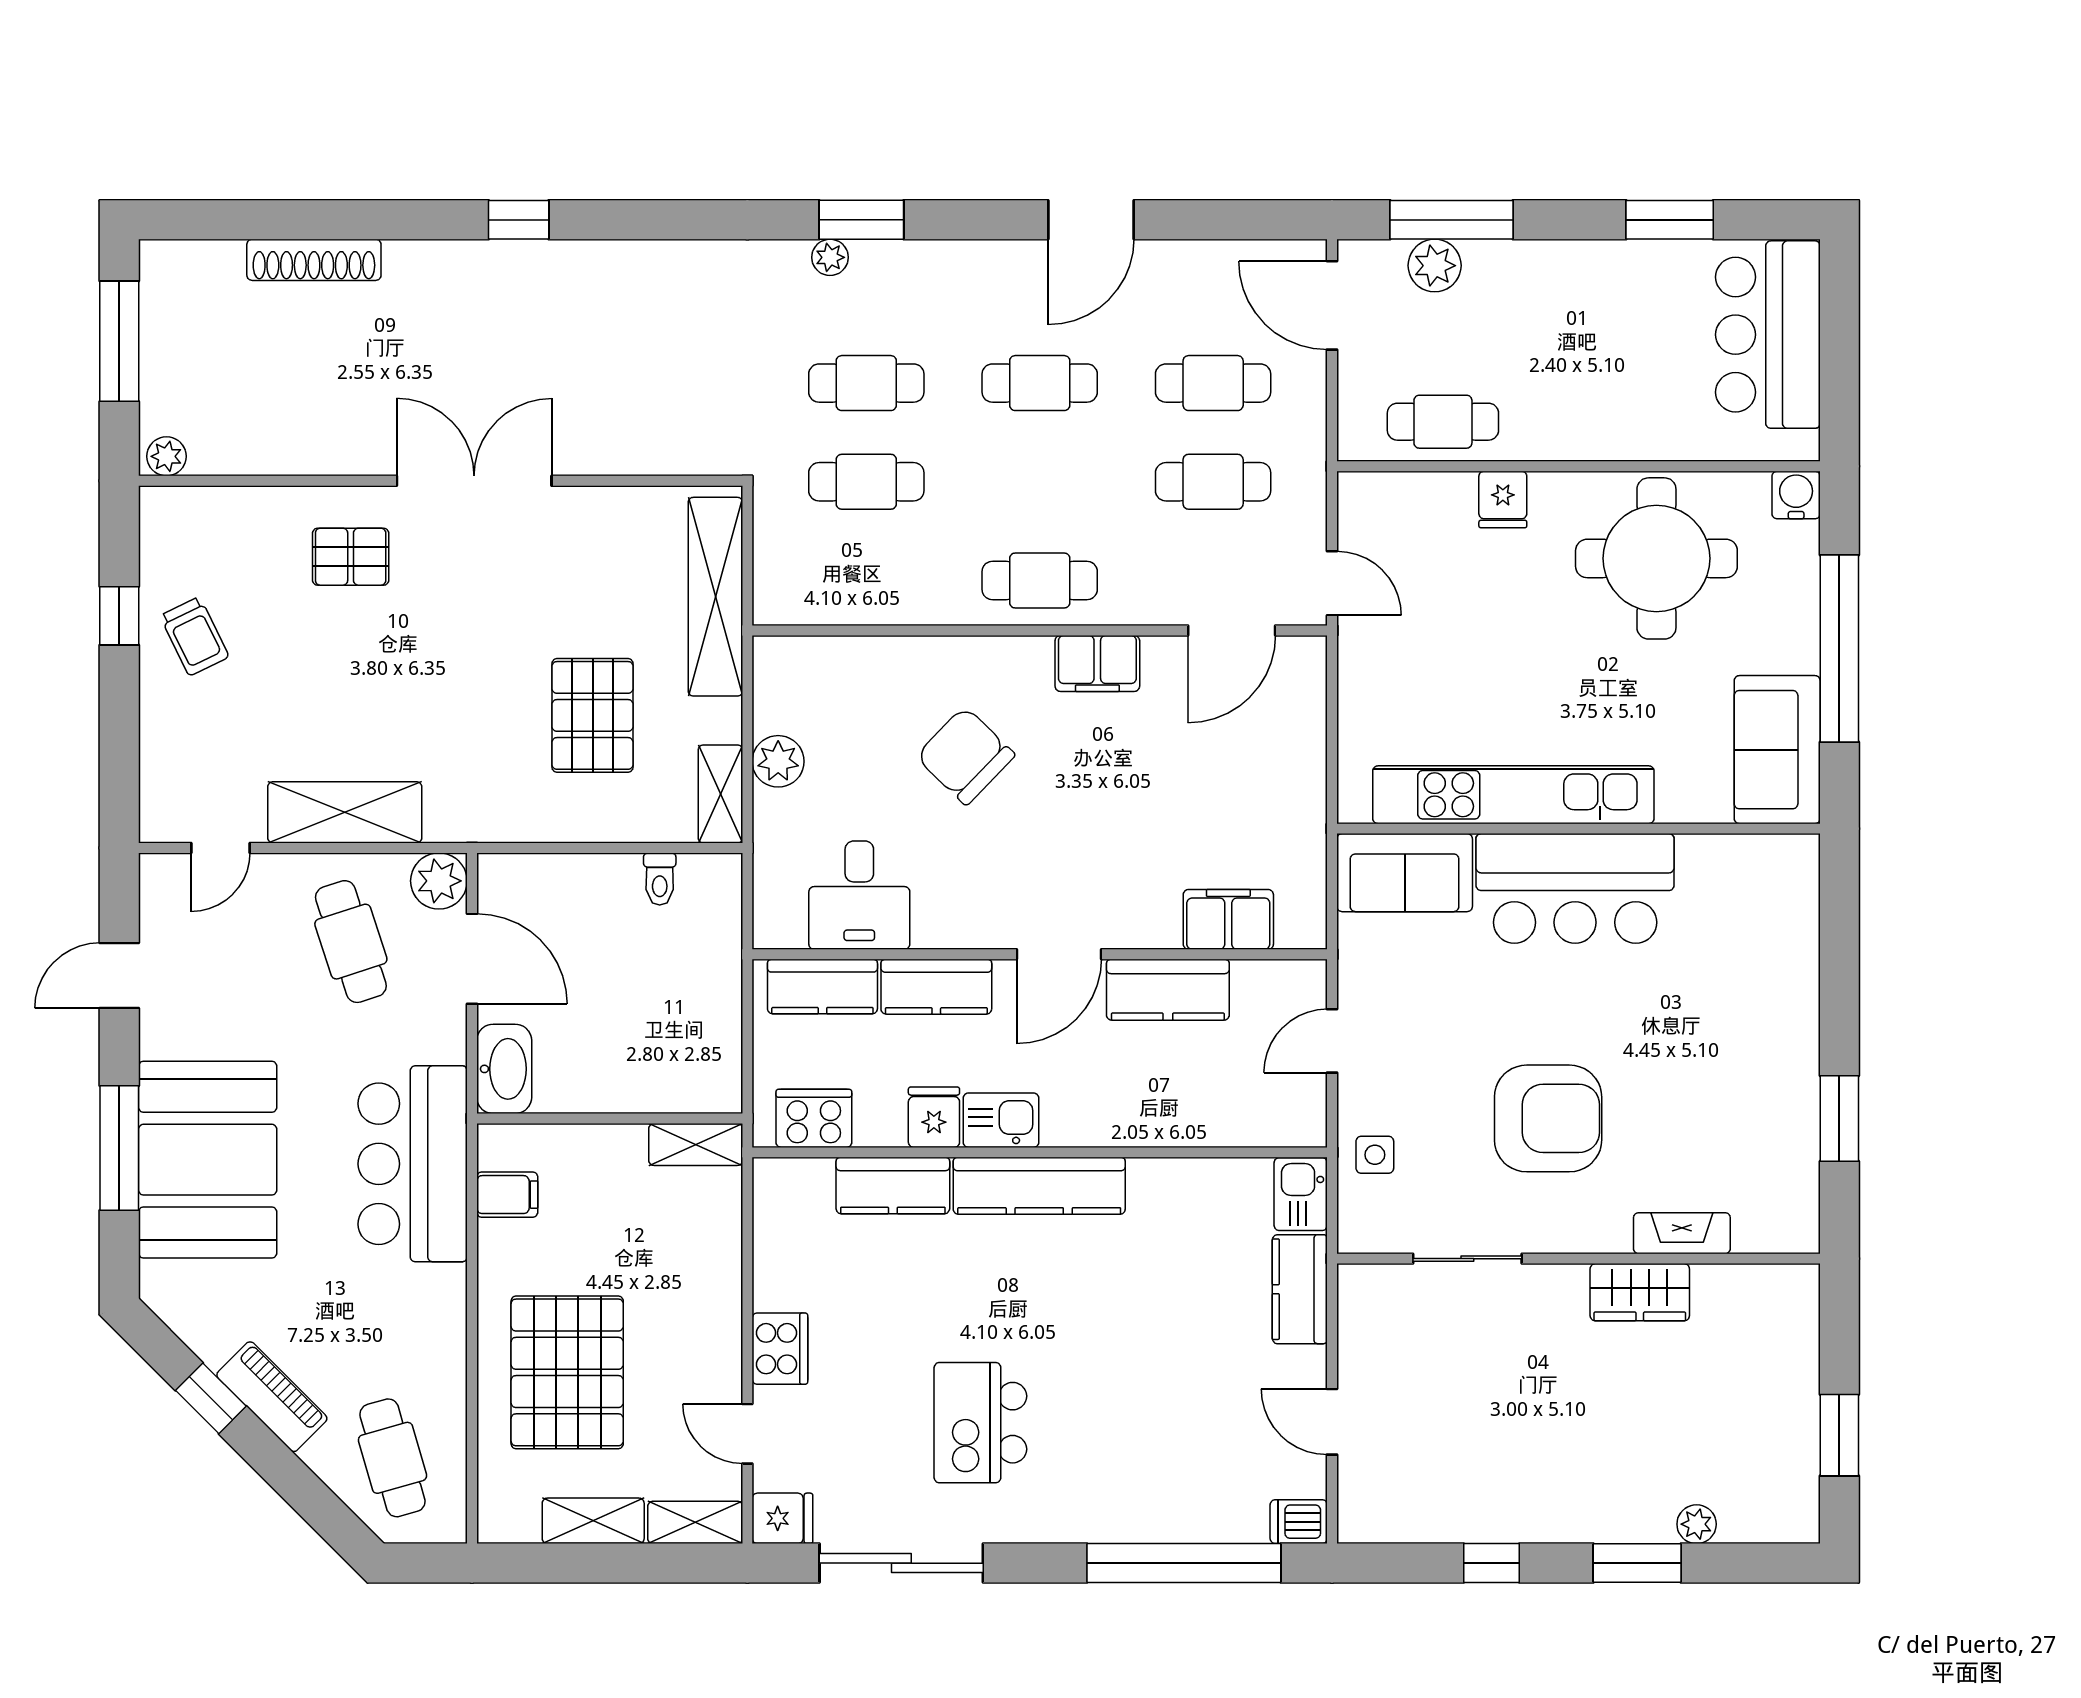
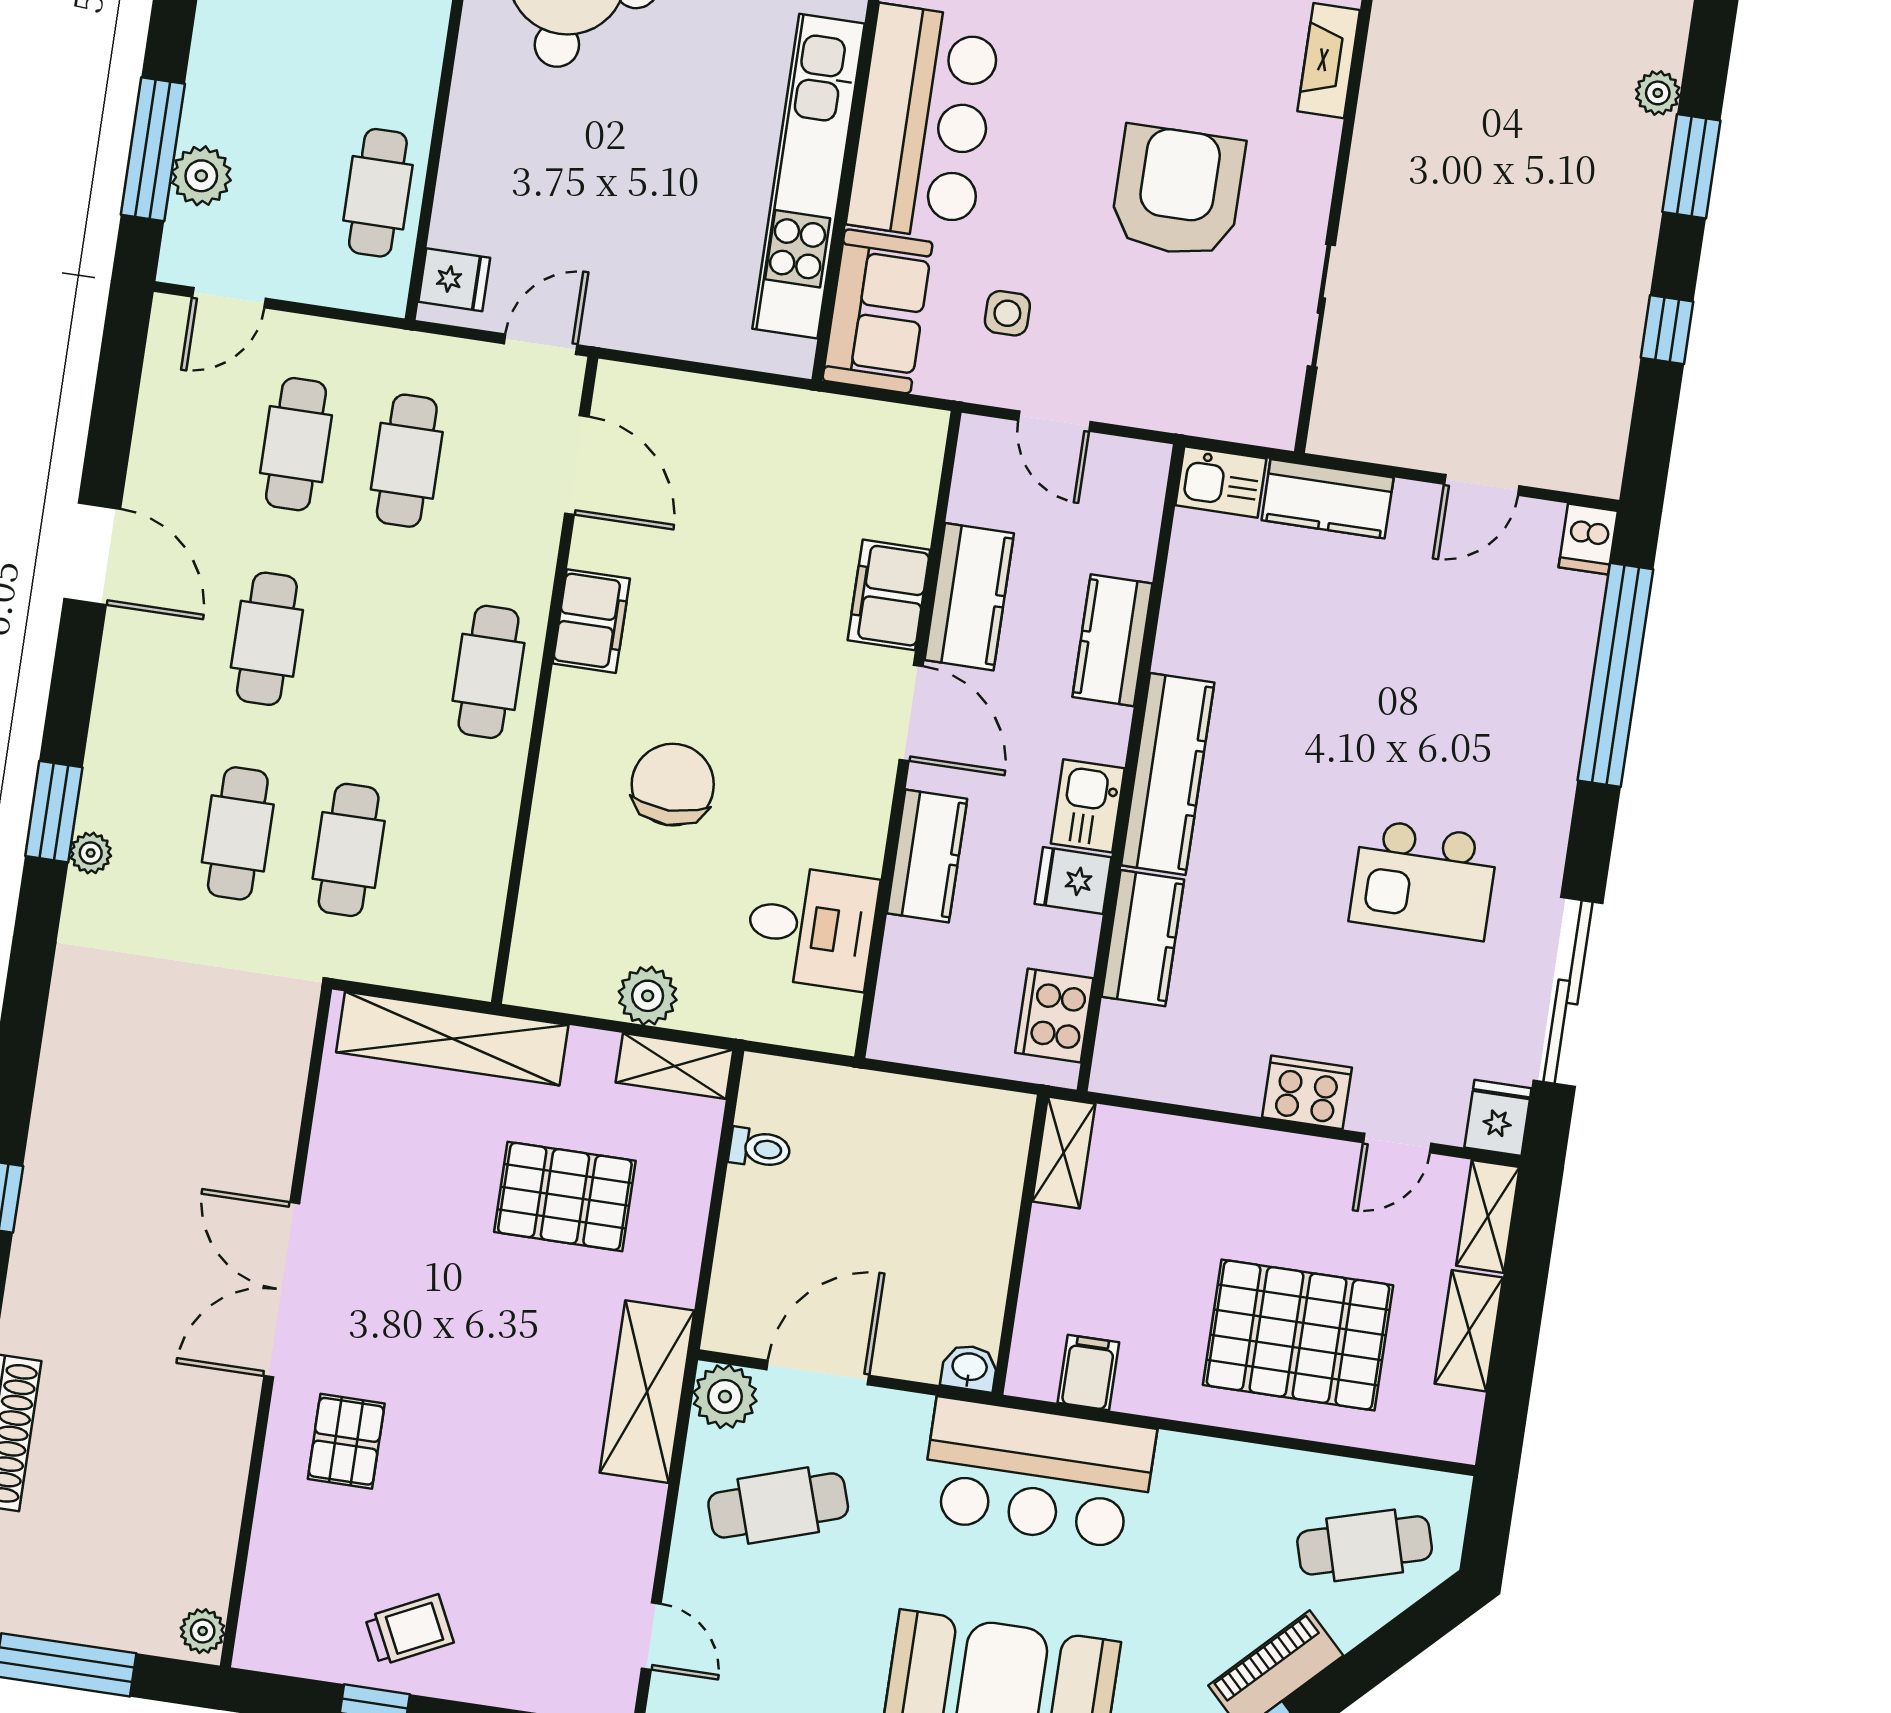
door: (1332, 305) -> (229, 298), width x0.73
fridge: (1503, 500) -> (454, 280), moved
chair: (965, 756) -> (673, 785), turned 136
shelving: (345, 812) -> (647, 1392), moved
filing cabinet: (1228, 919) -> (889, 595), moved
kitchen counter: (822, 987) -> (1112, 640), moved, turned 180
washbasin: (504, 1069) -> (969, 1368), width x0.52, depth x0.69
side table: (1375, 1155) -> (1007, 313), moved
wardrobe: (1640, 1292) -> (1388, 118), removed

